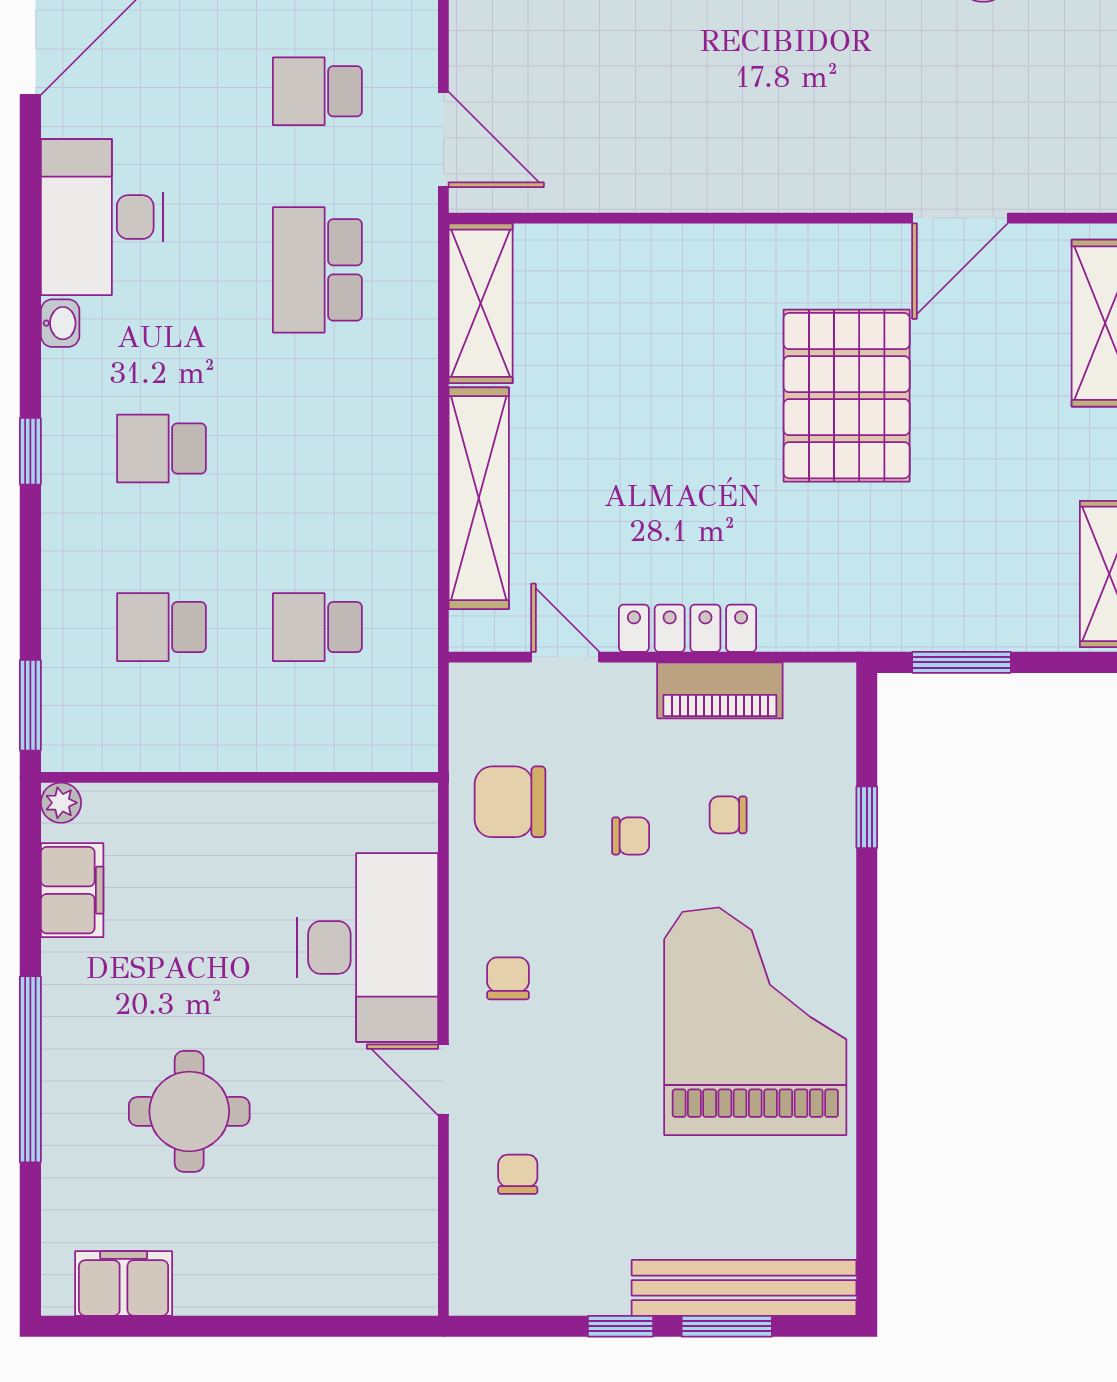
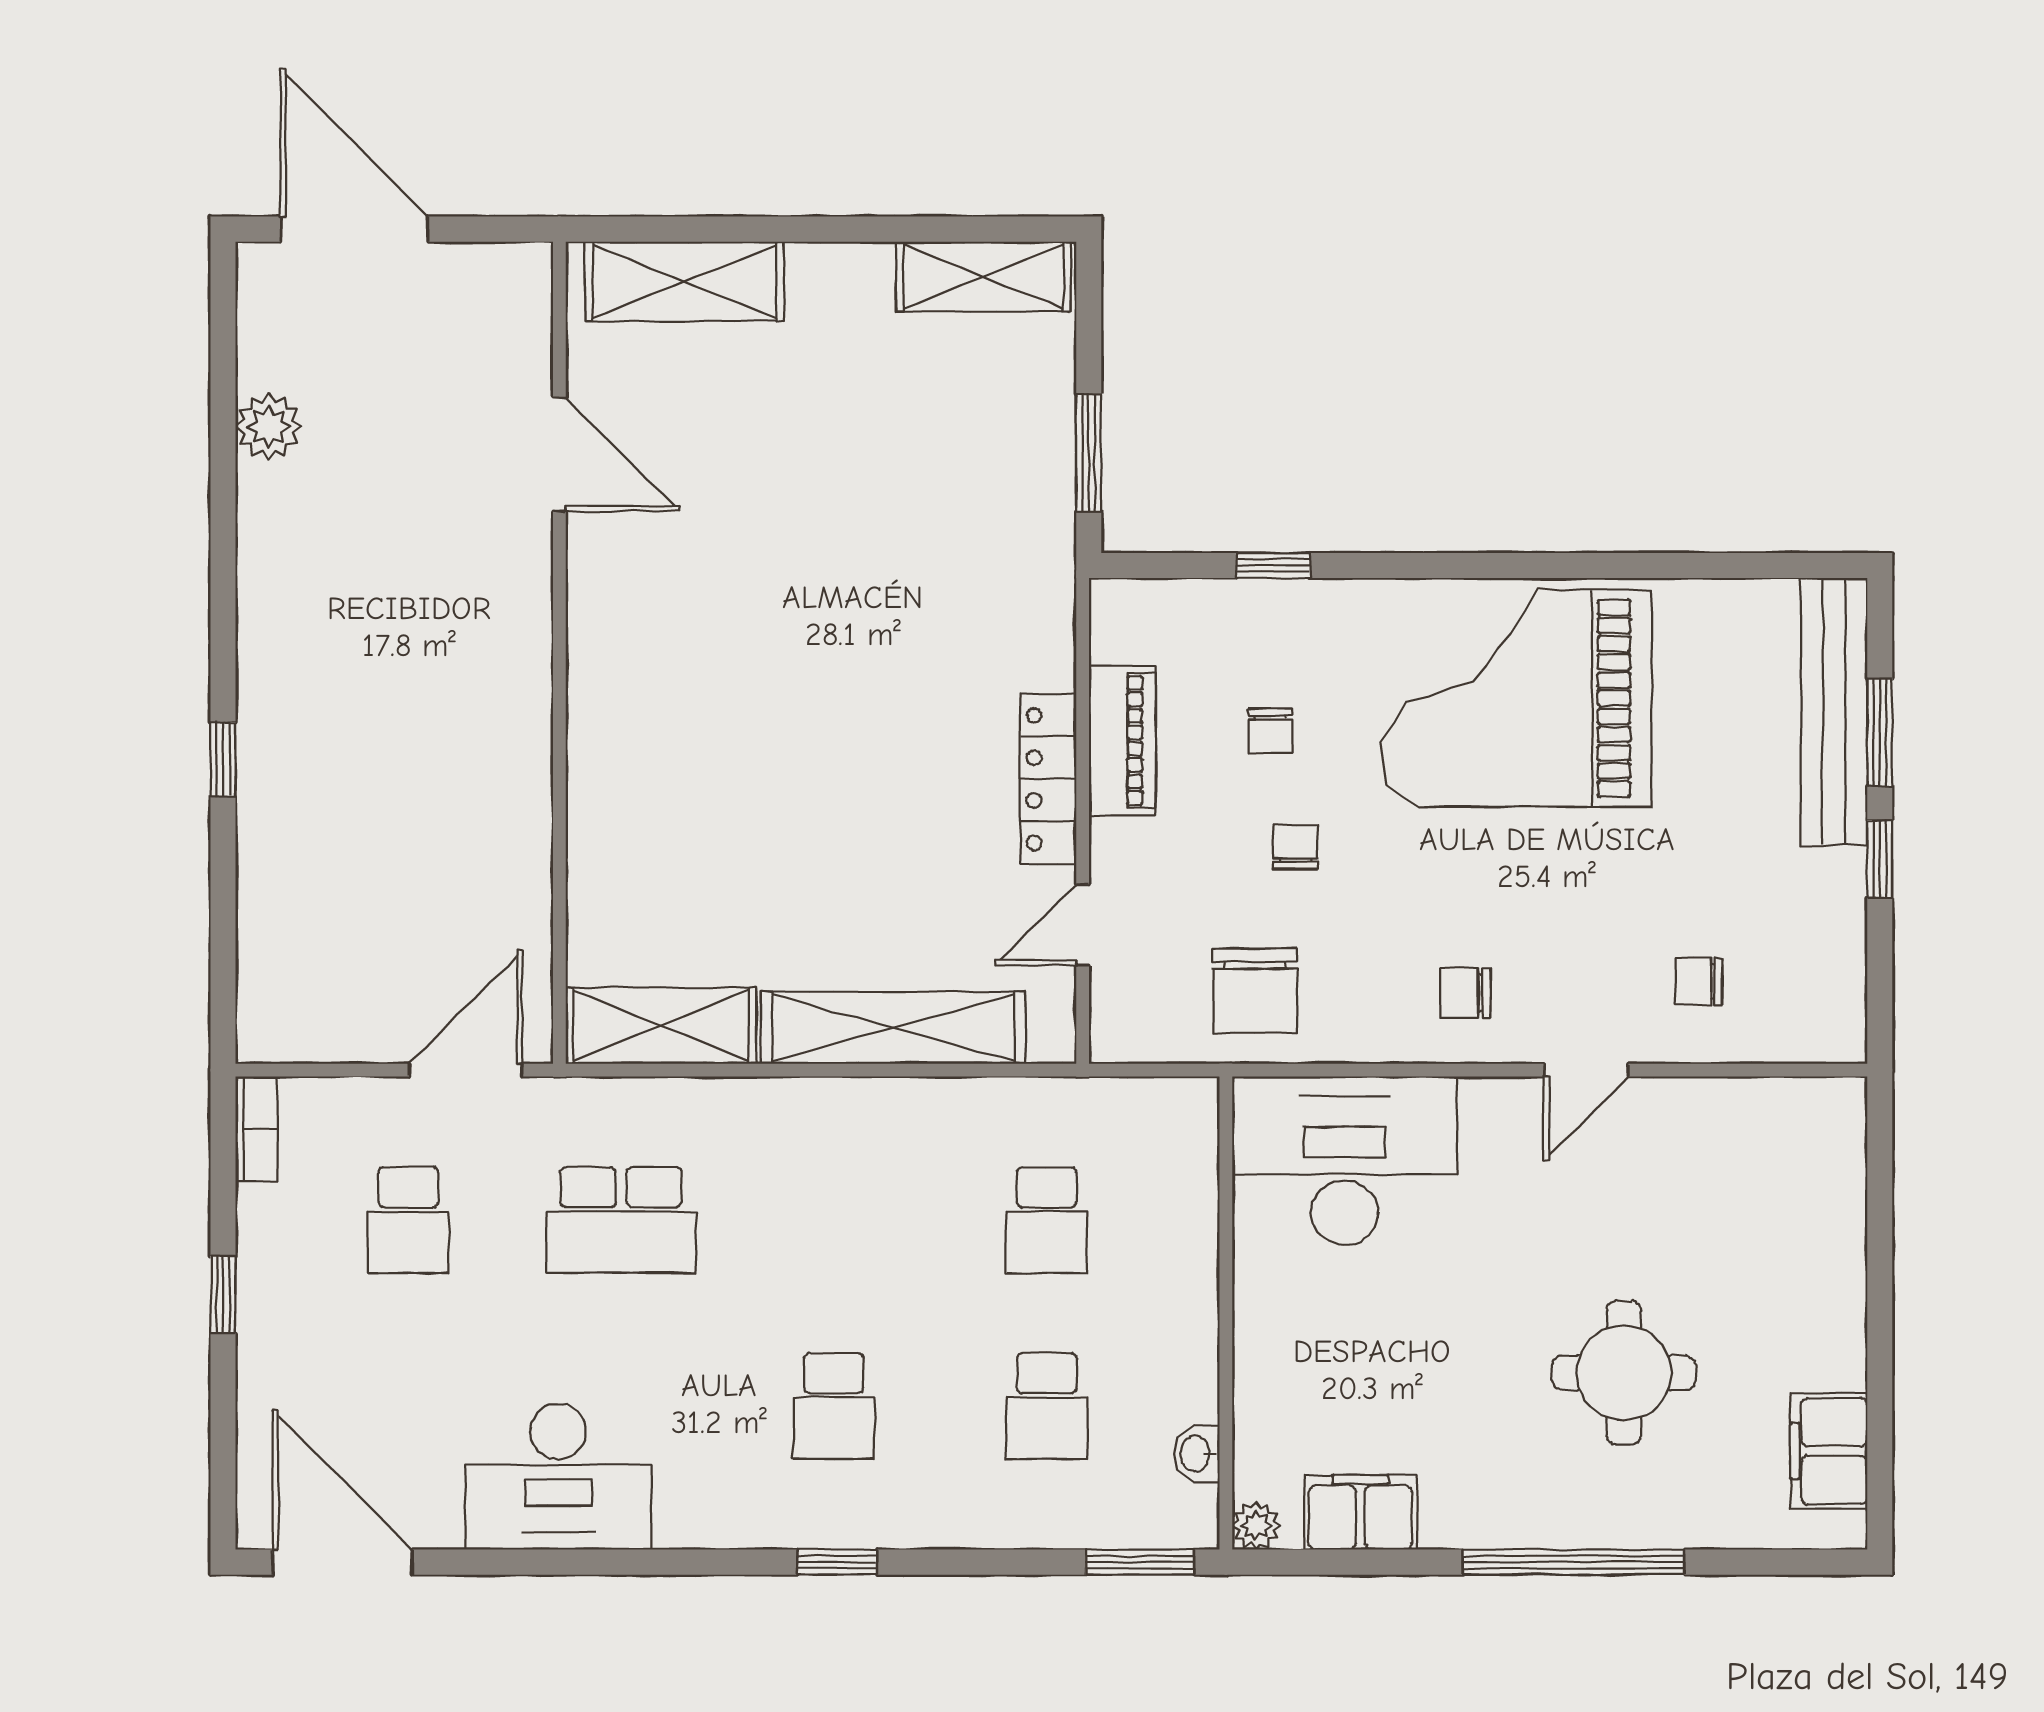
washbasin: (60, 323) -> (1197, 1454), moved, turned -90
pallet: (847, 396) -> (771, 590), removed
desk: (367, 947) -> (1344, 1160), moved

